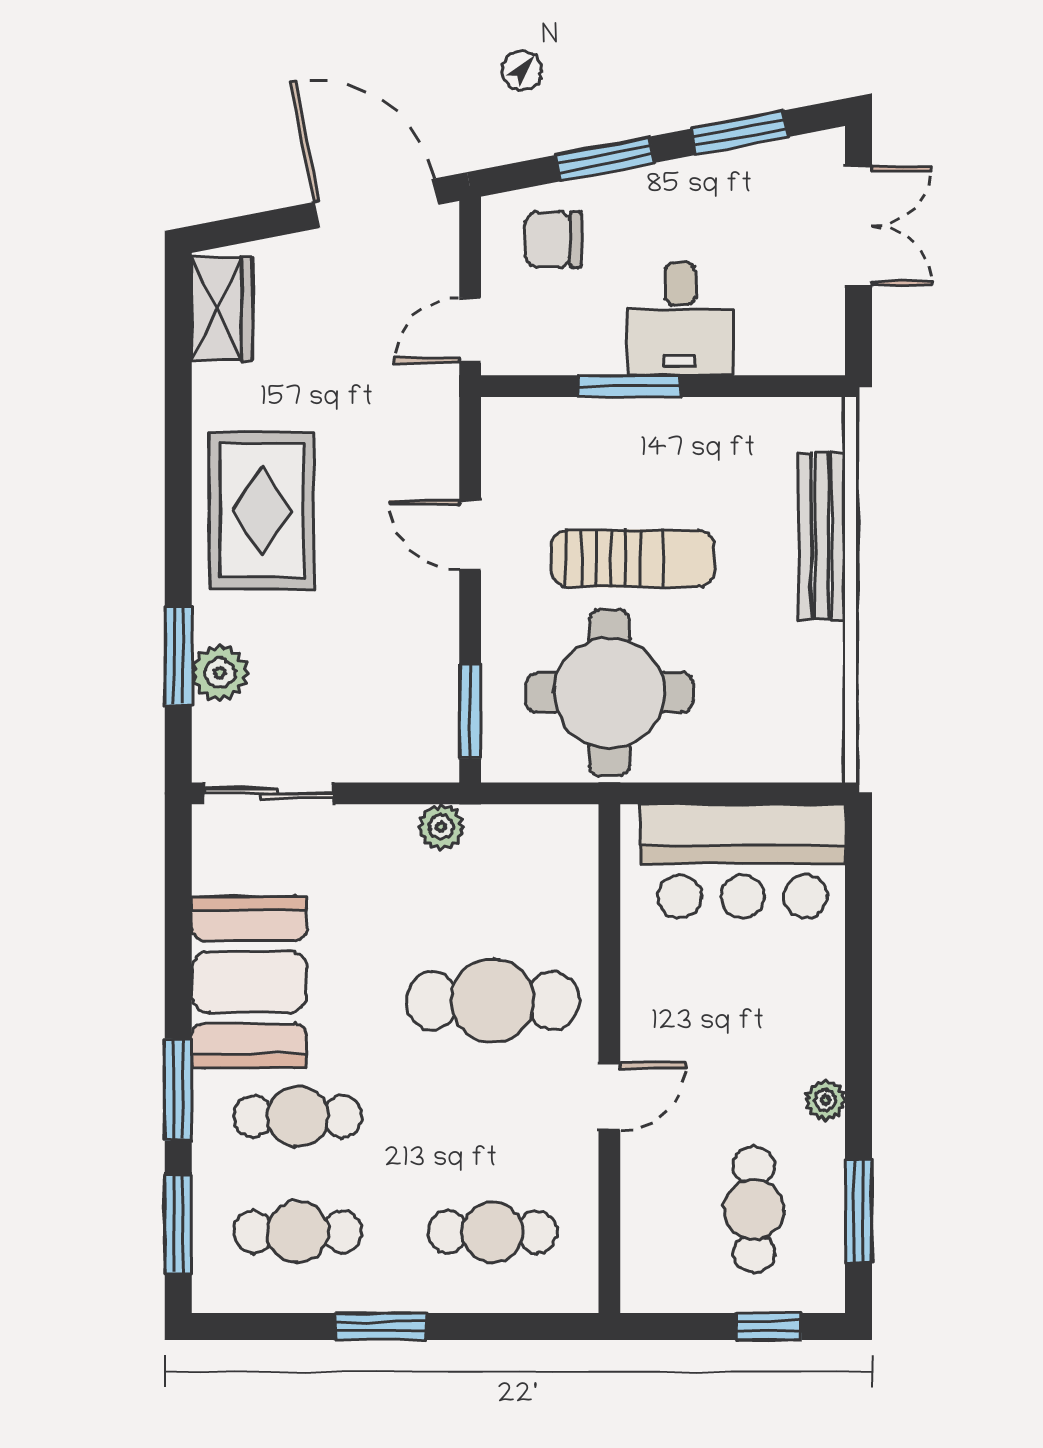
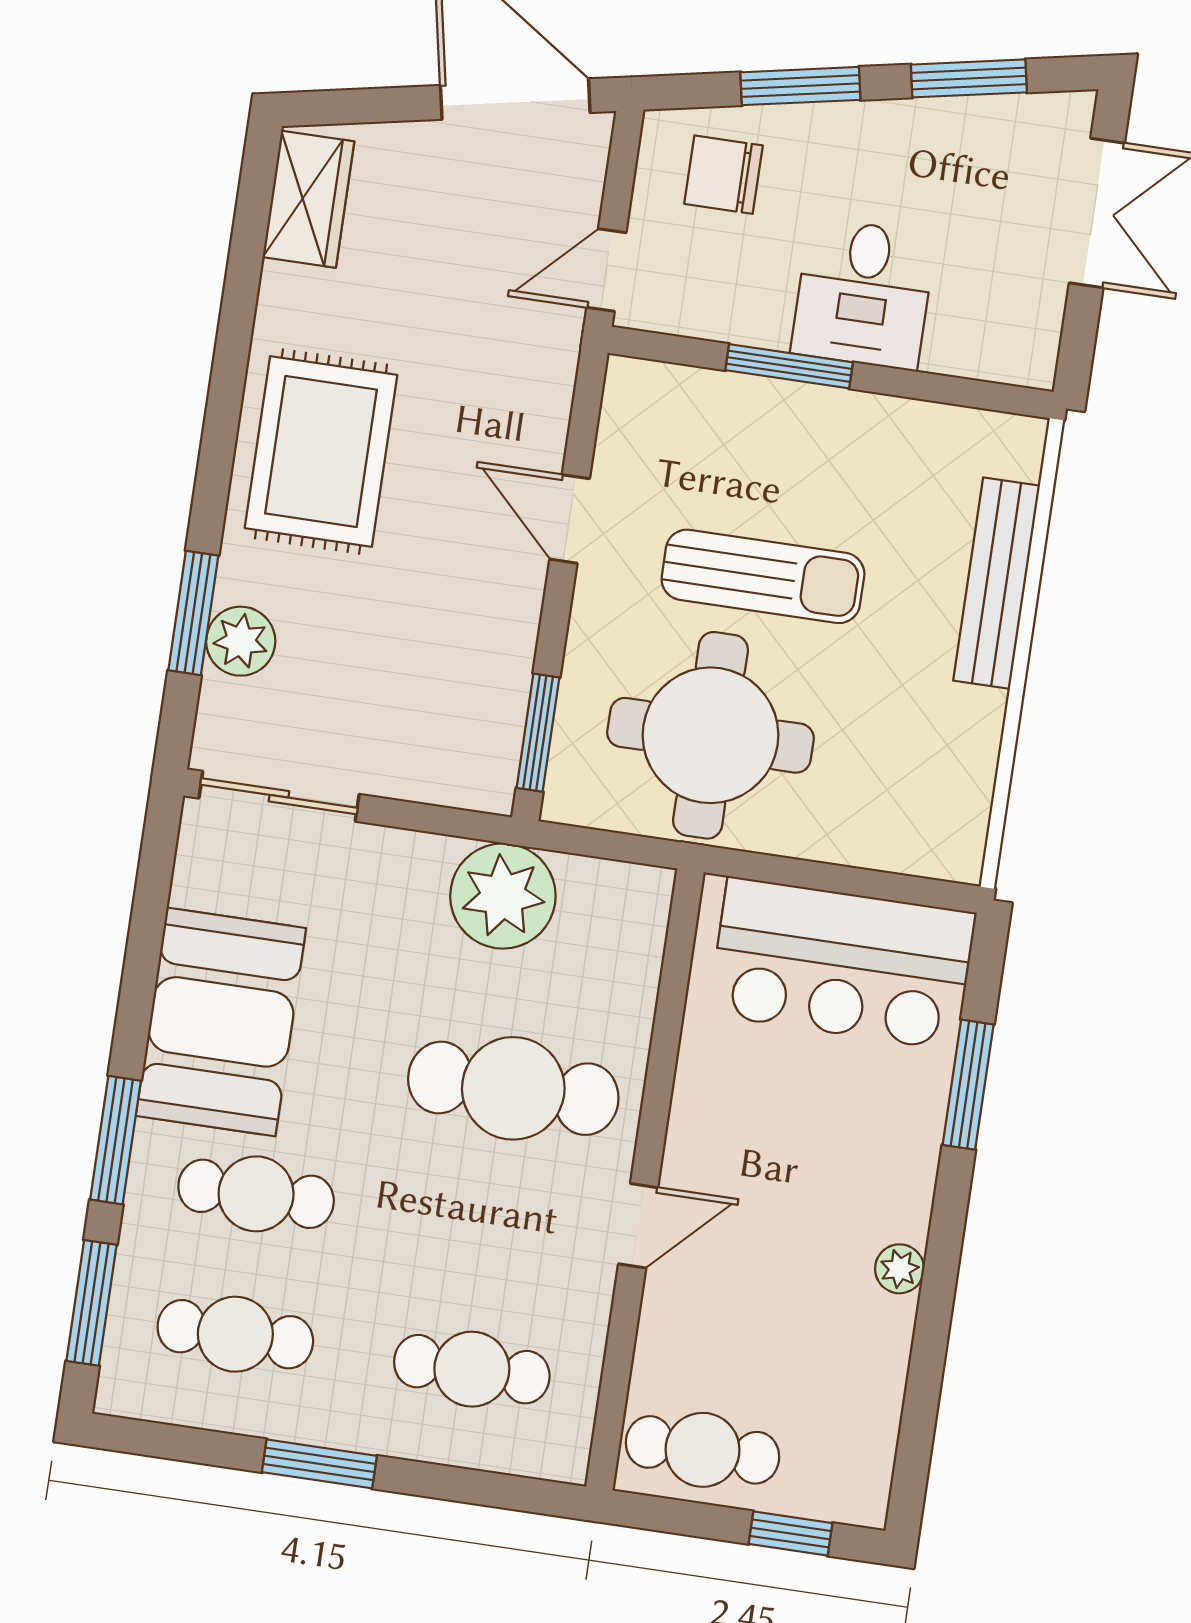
plant: (441, 827) -> (503, 896), width x1.87, depth x1.87
cafe table: (754, 1210) -> (702, 1450), moved, turned 90
window: (859, 1211) -> (968, 1085), moved

